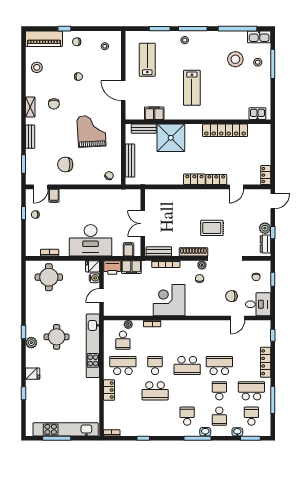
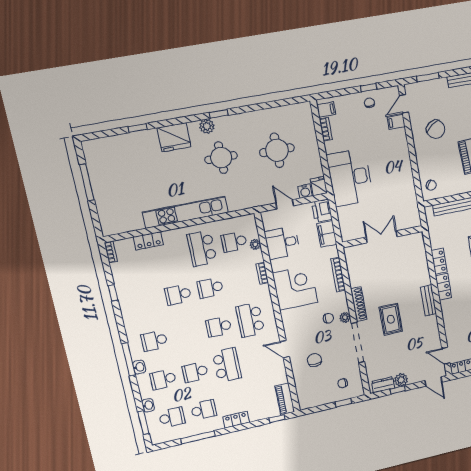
chair: (65, 164) -> (436, 129), turned 146
locker: (216, 179) -> (439, 261), moved
door: (41, 187) -> (404, 104), hinge flipped
door: (236, 187) -> (446, 356), moved
filing cabinet: (128, 249) -> (326, 110), moved
bench: (159, 251) -> (428, 300), moved
round table: (49, 277) -> (277, 150), moved
desk: (258, 304) -> (282, 243), moved, turned 90
door: (238, 318) -> (285, 349), moved
piano: (258, 326) -> (285, 399), added
school desk: (187, 340) -> (250, 320), added
kitchen unit: (93, 346) -> (186, 212), moved
locker: (266, 362) -> (236, 420), width x0.66
school desk: (123, 365) -> (202, 248), turned 180
school desk: (155, 365) -> (210, 288), turned 180
school desk: (187, 365) -> (219, 327), width x0.54
fridge: (33, 374) -> (174, 137), width x1.88, depth x1.34
locker: (109, 390) -> (148, 241), moved
school desk: (155, 391) -> (178, 295), width x0.54
school desk: (219, 391) -> (195, 372), turned 180
school desk: (251, 391) -> (204, 410), width x0.54
school desk: (187, 416) -> (154, 341), turned 180
kitchen unit: (66, 429) -> (102, 192), removed

